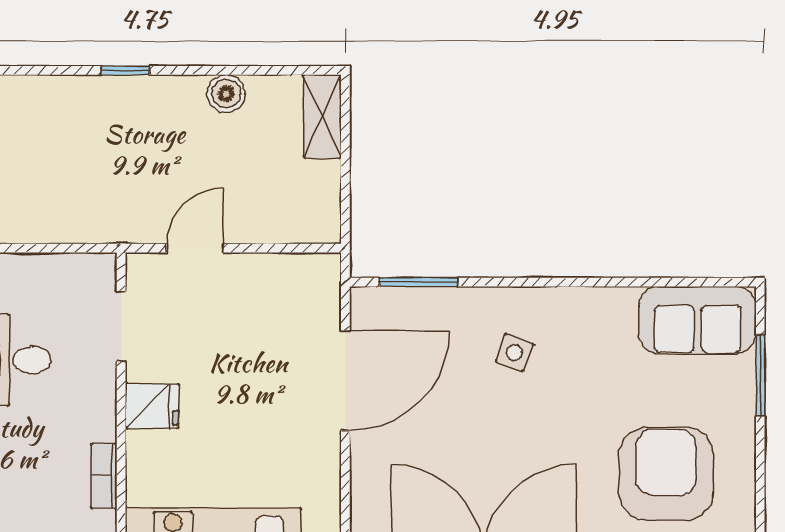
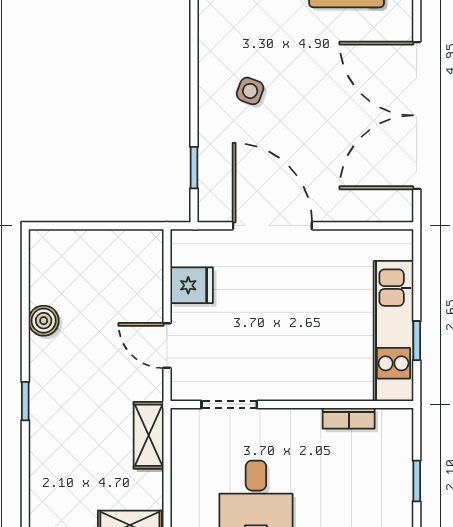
shelving: (322, 116) -> (149, 435), moved, turned 90
window: (418, 282) -> (194, 168), width x0.67
fridge: (152, 406) -> (192, 285), moved, turned 90

